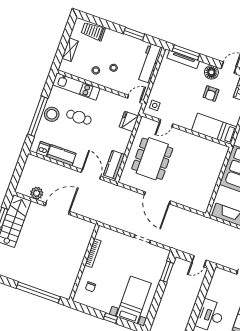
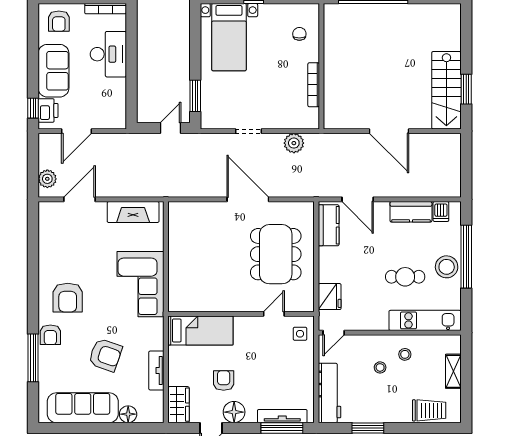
plant: (37, 193) -> (294, 143), moved
door: (57, 209) -> (389, 131), hinge flipped
door: (199, 261) -> (171, 128), moved

